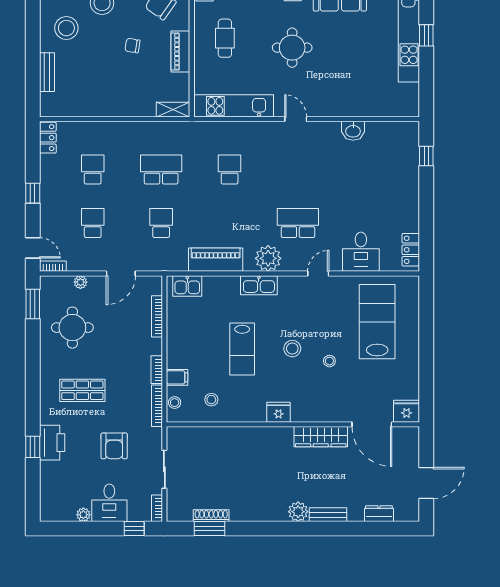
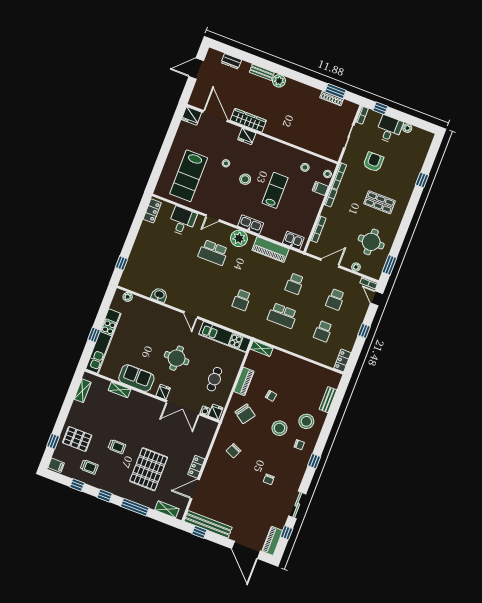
plant: (398, 110) -> (128, 297), added
fridge: (279, 412) -> (247, 136), moved
printer: (52, 443) -> (409, 178), removed

